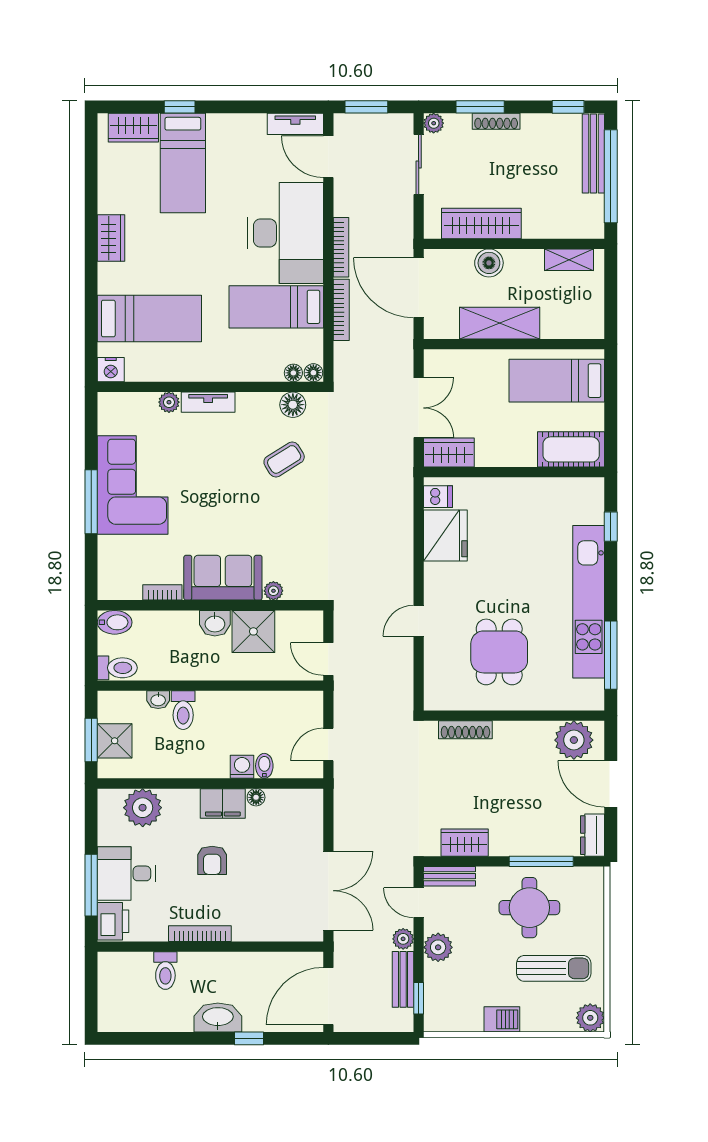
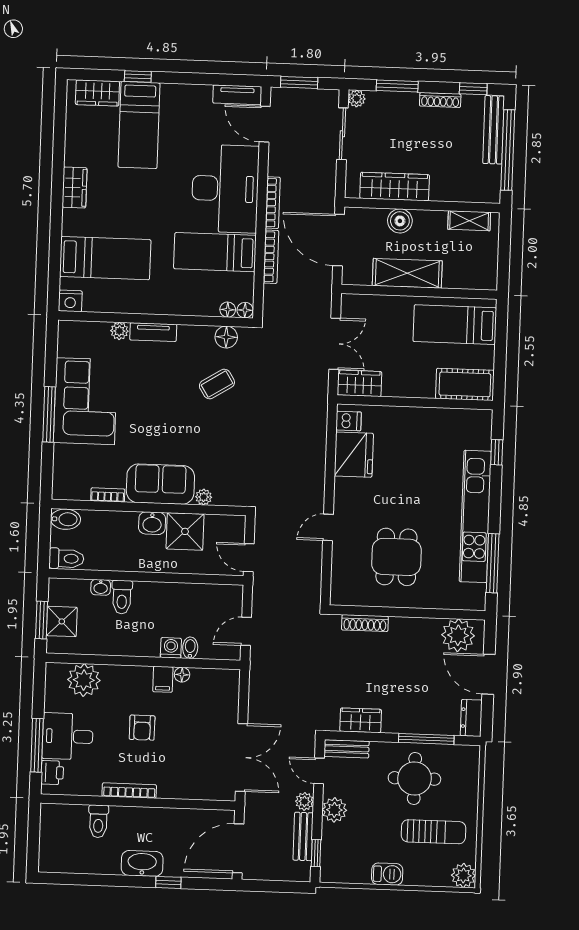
shoe rack: (496, 121) -> (440, 100), moved
filing cabinet: (223, 803) -> (163, 679), width x0.50
printer: (113, 921) -> (52, 773), width x0.73, depth x0.81

